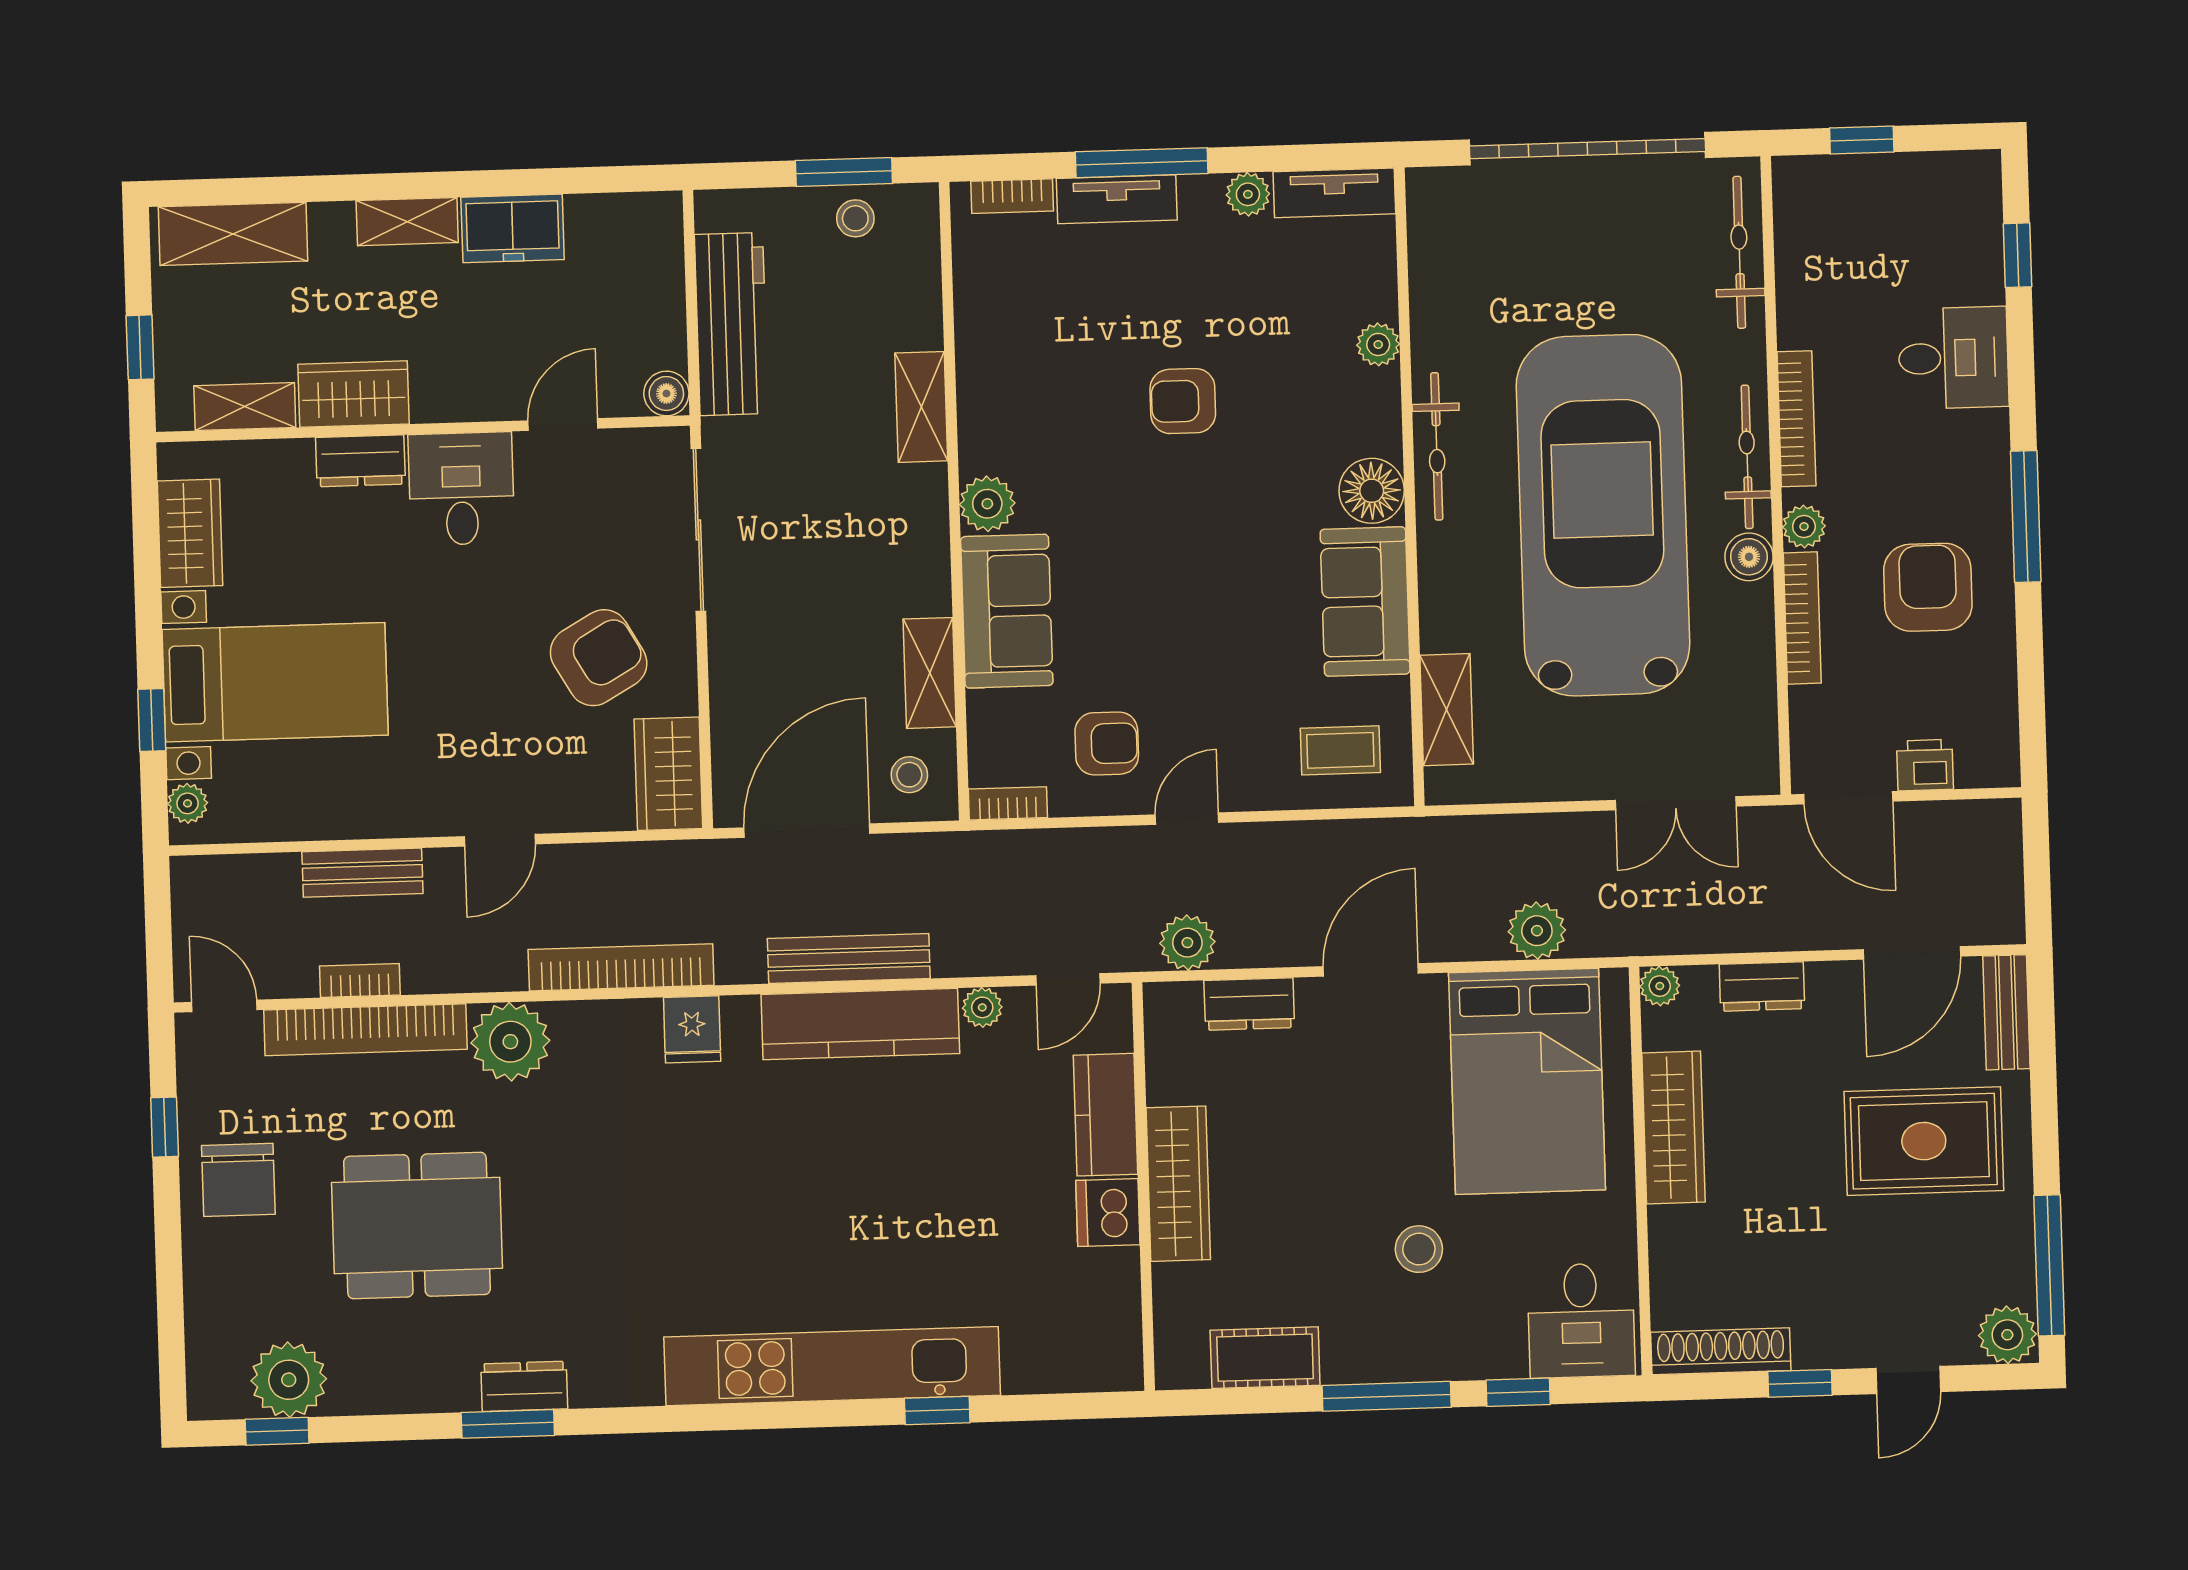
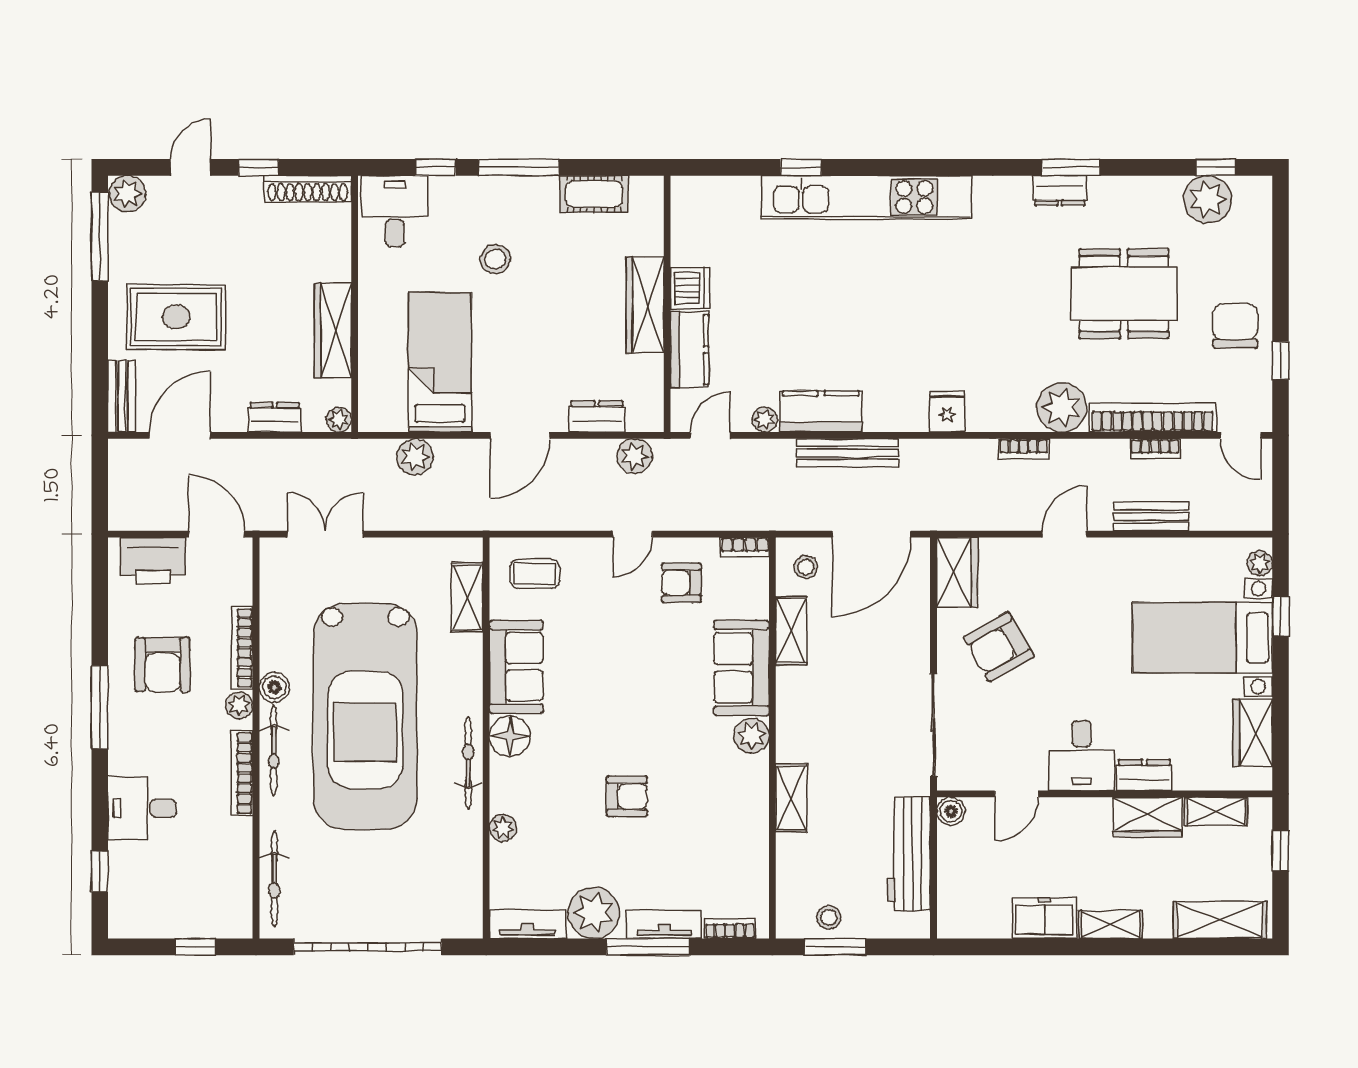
plant: (1248, 194) -> (594, 913), width x1.88, depth x1.88
printer: (1925, 765) -> (153, 561), width x1.87, depth x1.48
bookcase: (621, 967) -> (1024, 449), width x0.43, depth x0.76
kitchen counter: (860, 1024) -> (821, 412), width x0.67
bed: (1527, 1081) -> (440, 362), width x0.67

